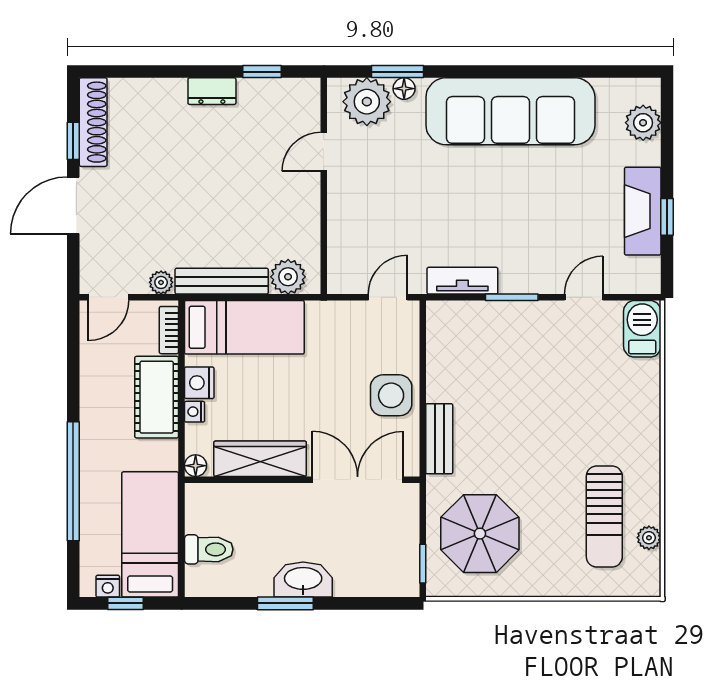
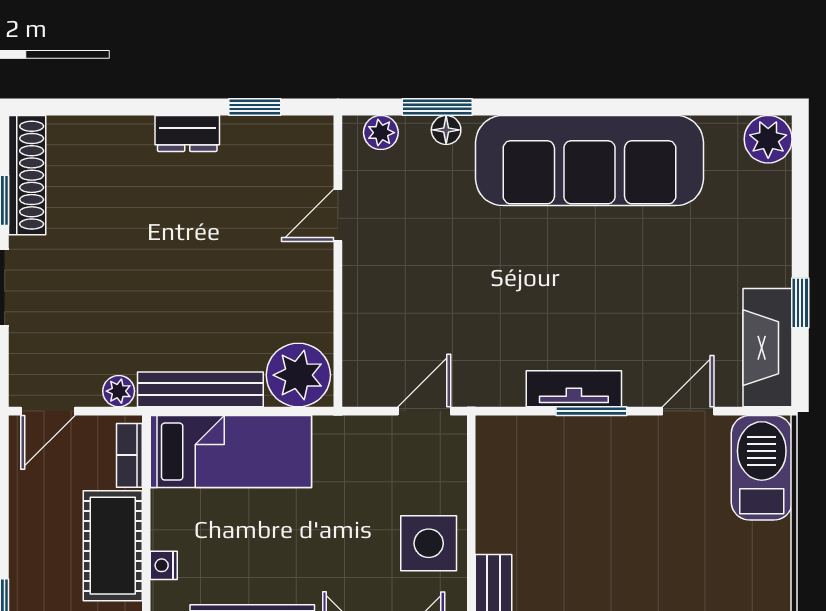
plant: (367, 102) -> (381, 133), width x0.53, depth x0.53
plant: (643, 123) -> (768, 139), moved
fireplace: (643, 211) -> (768, 348), moved
plant: (288, 277) -> (298, 375), width x1.36, depth x1.36
tv unit: (462, 281) -> (574, 389), moved
barbecue: (642, 329) -> (762, 468), width x1.37, depth x1.21
nightstand: (199, 383) -> (170, 526), removed

